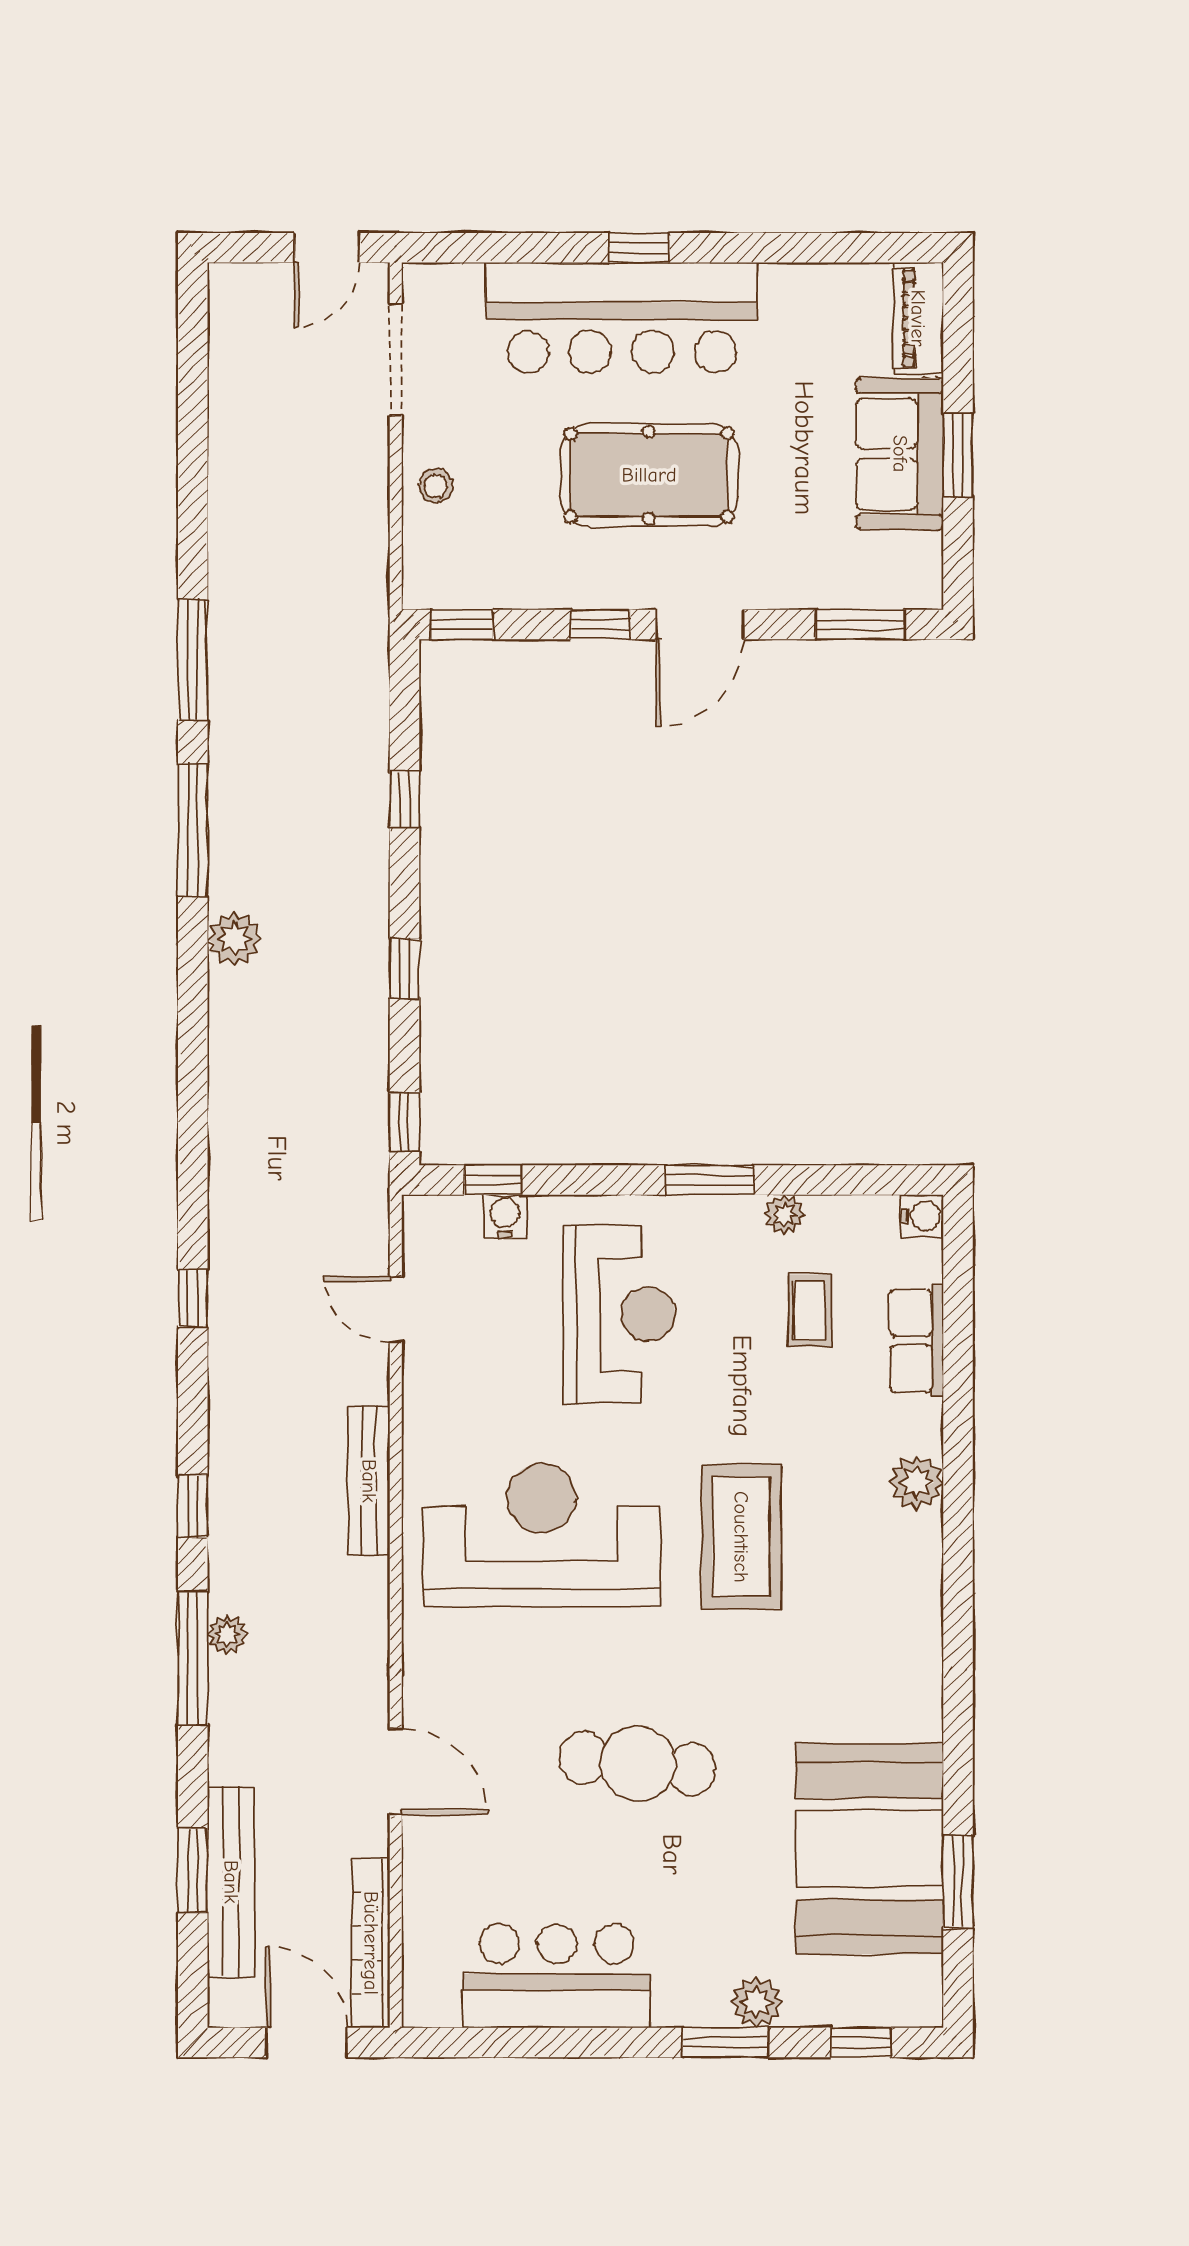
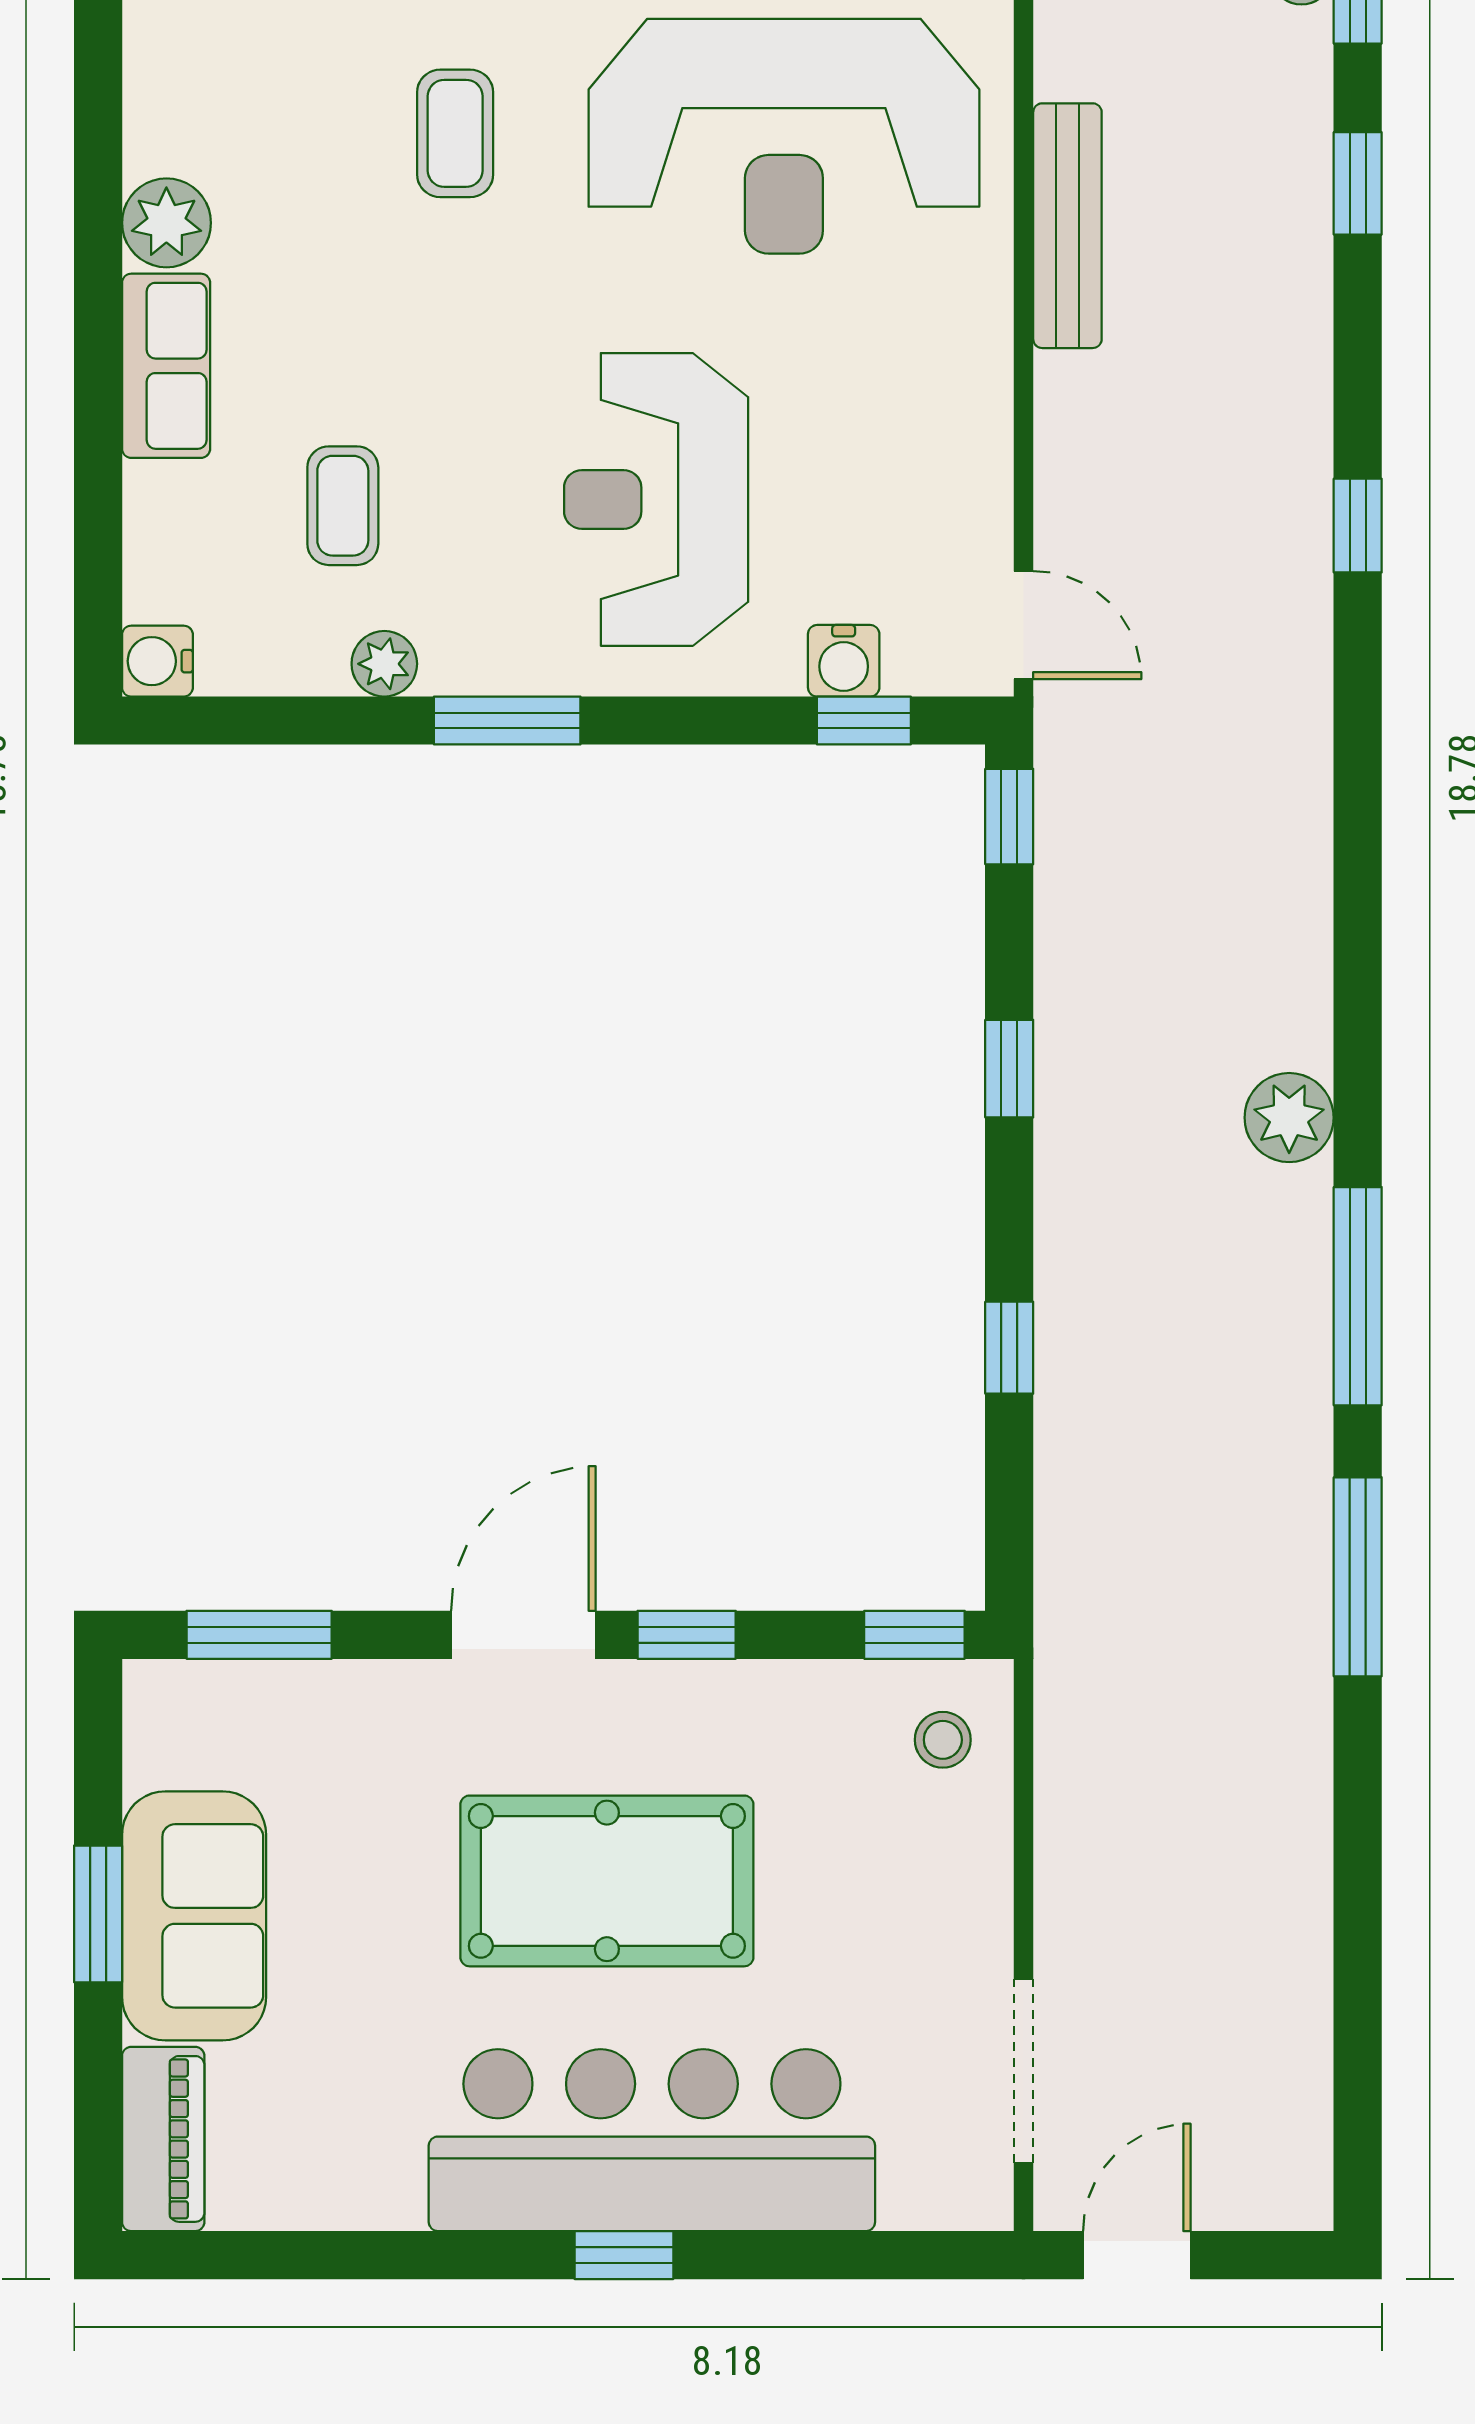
stool: (436, 486) -> (943, 1740), moved
door: (396, 1309) -> (1024, 625), moved
row of seats: (917, 1341) -> (166, 366), moved
coffee table: (741, 1537) -> (455, 133), width x0.54, depth x0.58

